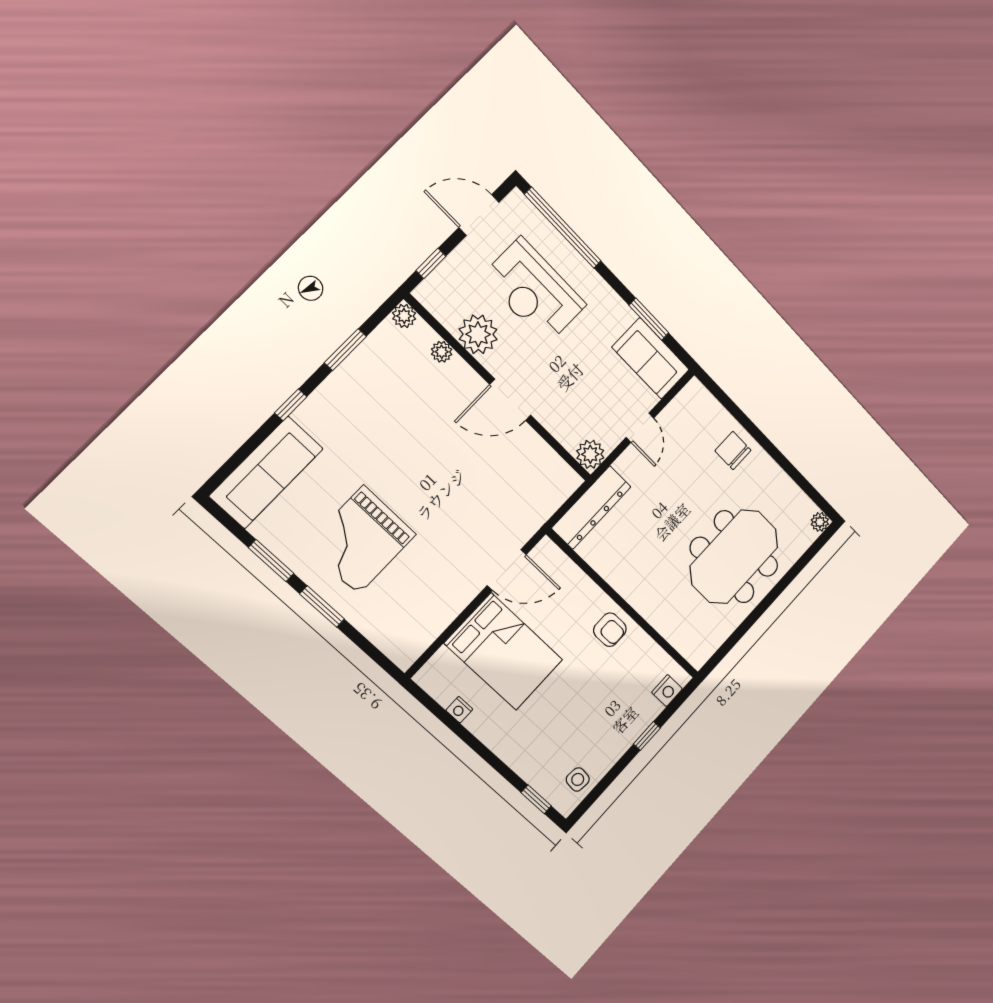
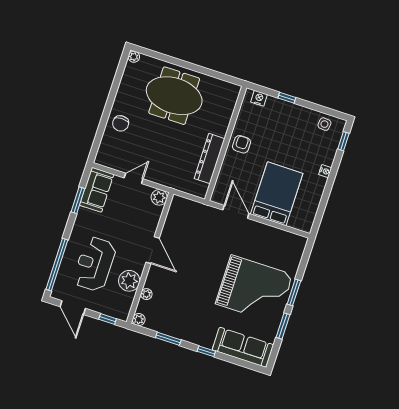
reception desk: (534, 291) -> (94, 264), turned 180
dresser: (591, 507) -> (210, 159), moved, turned -90
grand piano: (361, 540) -> (254, 289), width x1.37, depth x1.48
nightstand: (459, 710) -> (325, 171), moved

